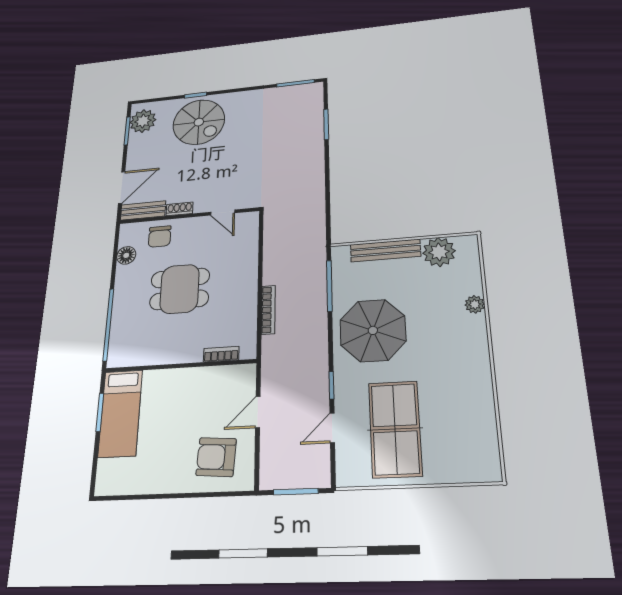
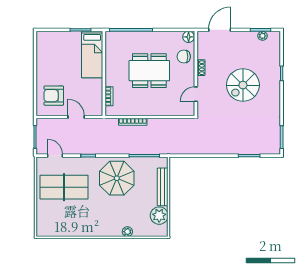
plant: (143, 121) -> (262, 36), width x0.53, depth x0.53
spiral stairs: (199, 122) -> (243, 85), moved
door: (122, 187) -> (220, 30), swing flipped
bench: (143, 210) -> (202, 45), removed
floor lamp: (126, 255) -> (189, 37), moved
dining table: (180, 289) -> (149, 71), width x1.37
bed: (120, 413) -> (92, 55), moved, turned -90
door: (332, 428) -> (55, 156), moved
armchair: (216, 457) -> (54, 96), turned -94

